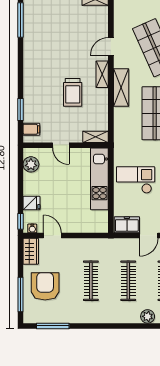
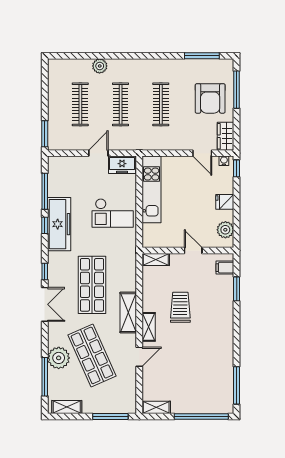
kitchen unit: (99, 179) -> (152, 189), moved
fridge: (31, 203) -> (225, 202), moved

